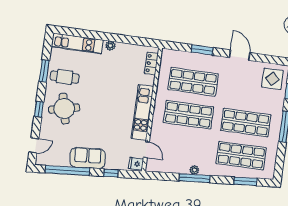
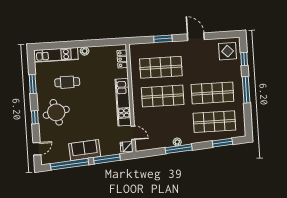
cafe table: (65, 77) -> (67, 82), moved
window: (111, 173) -> (107, 159), width x2.17

